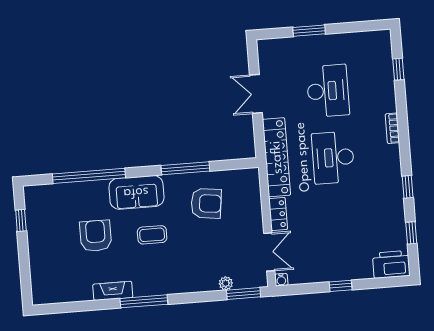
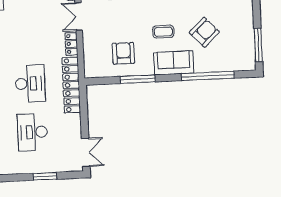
double door: (256, 94) -> (86, 152), moved
armchair: (206, 203) -> (123, 53), turned 83
window: (21, 220) -> (258, 45), width x2.17
armchair: (96, 236) -> (204, 32), turned -134

